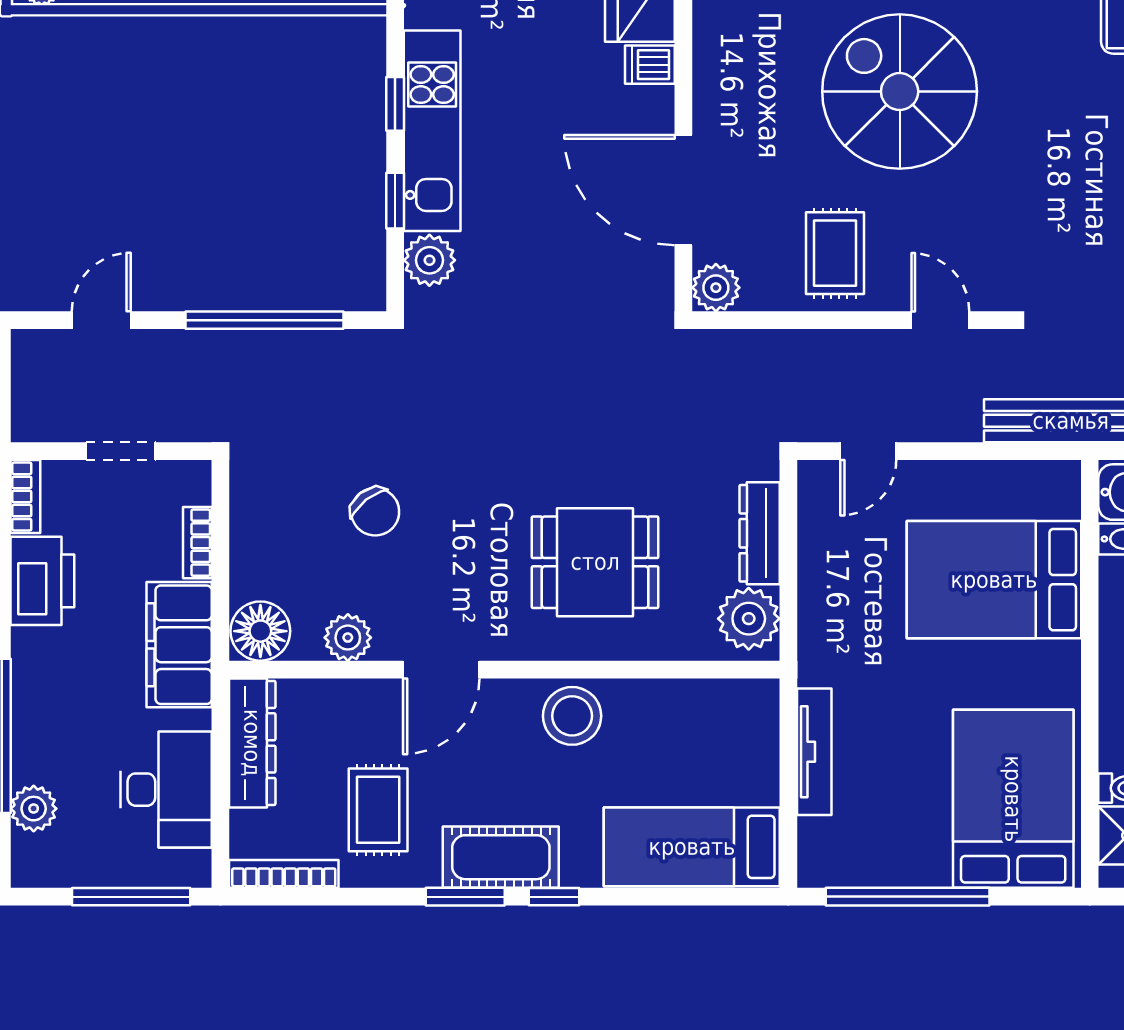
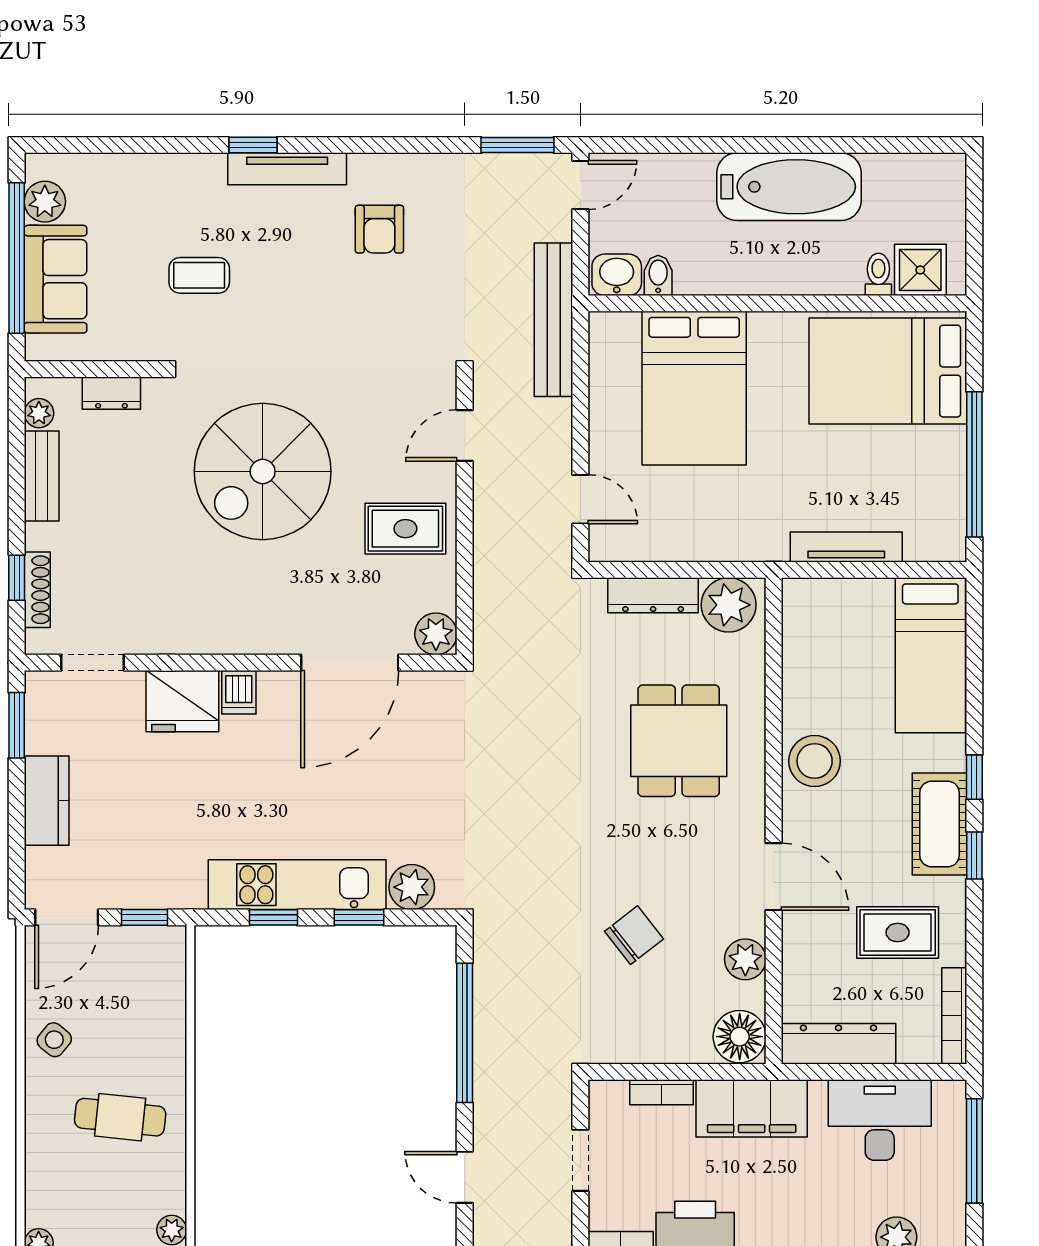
window: (465, 897) -> (974, 855), width x0.67

